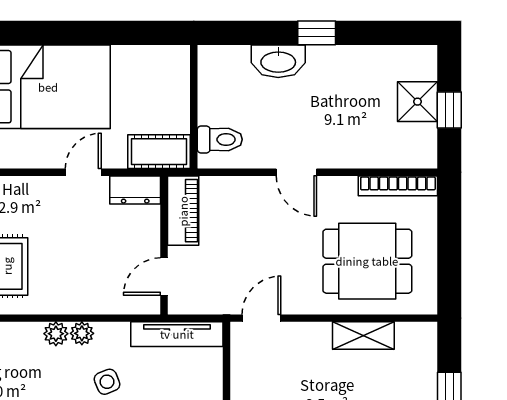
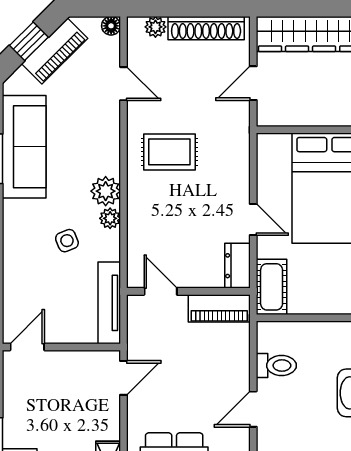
toilet: (220, 139) -> (276, 365), moved, turned -90
door: (261, 318) -> (124, 378), hinge flipped
plant: (56, 334) -> (106, 191), width x1.38, depth x1.38

